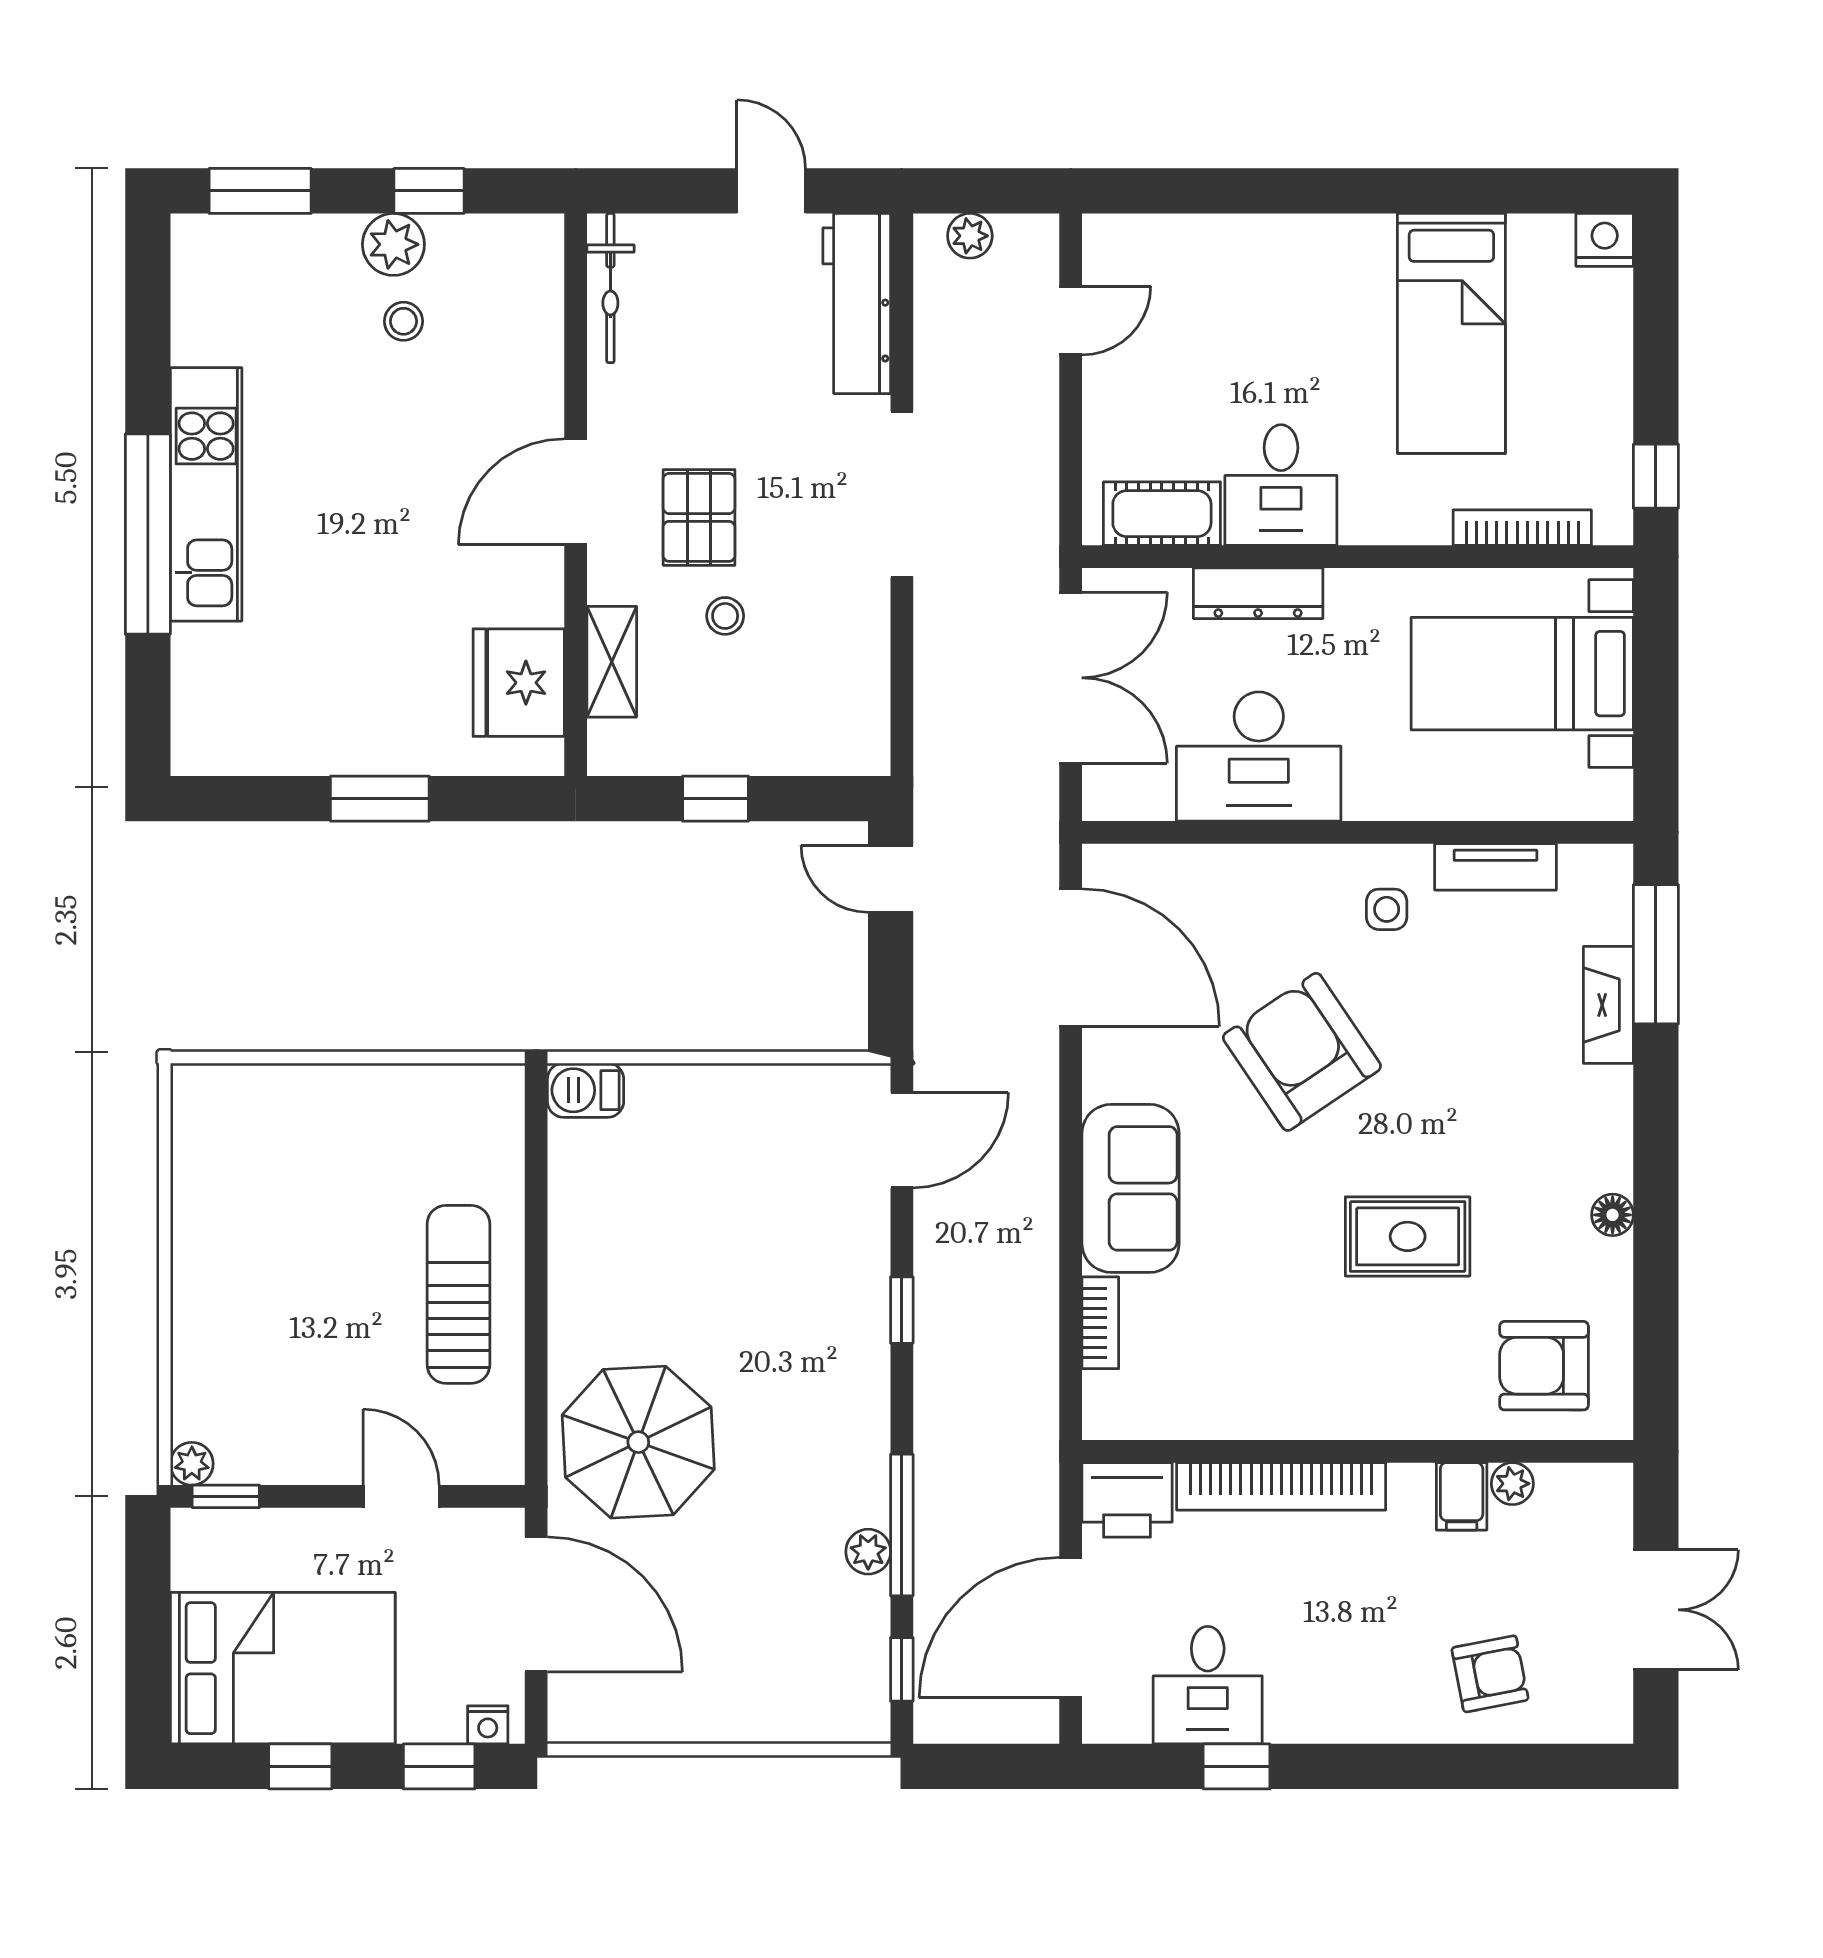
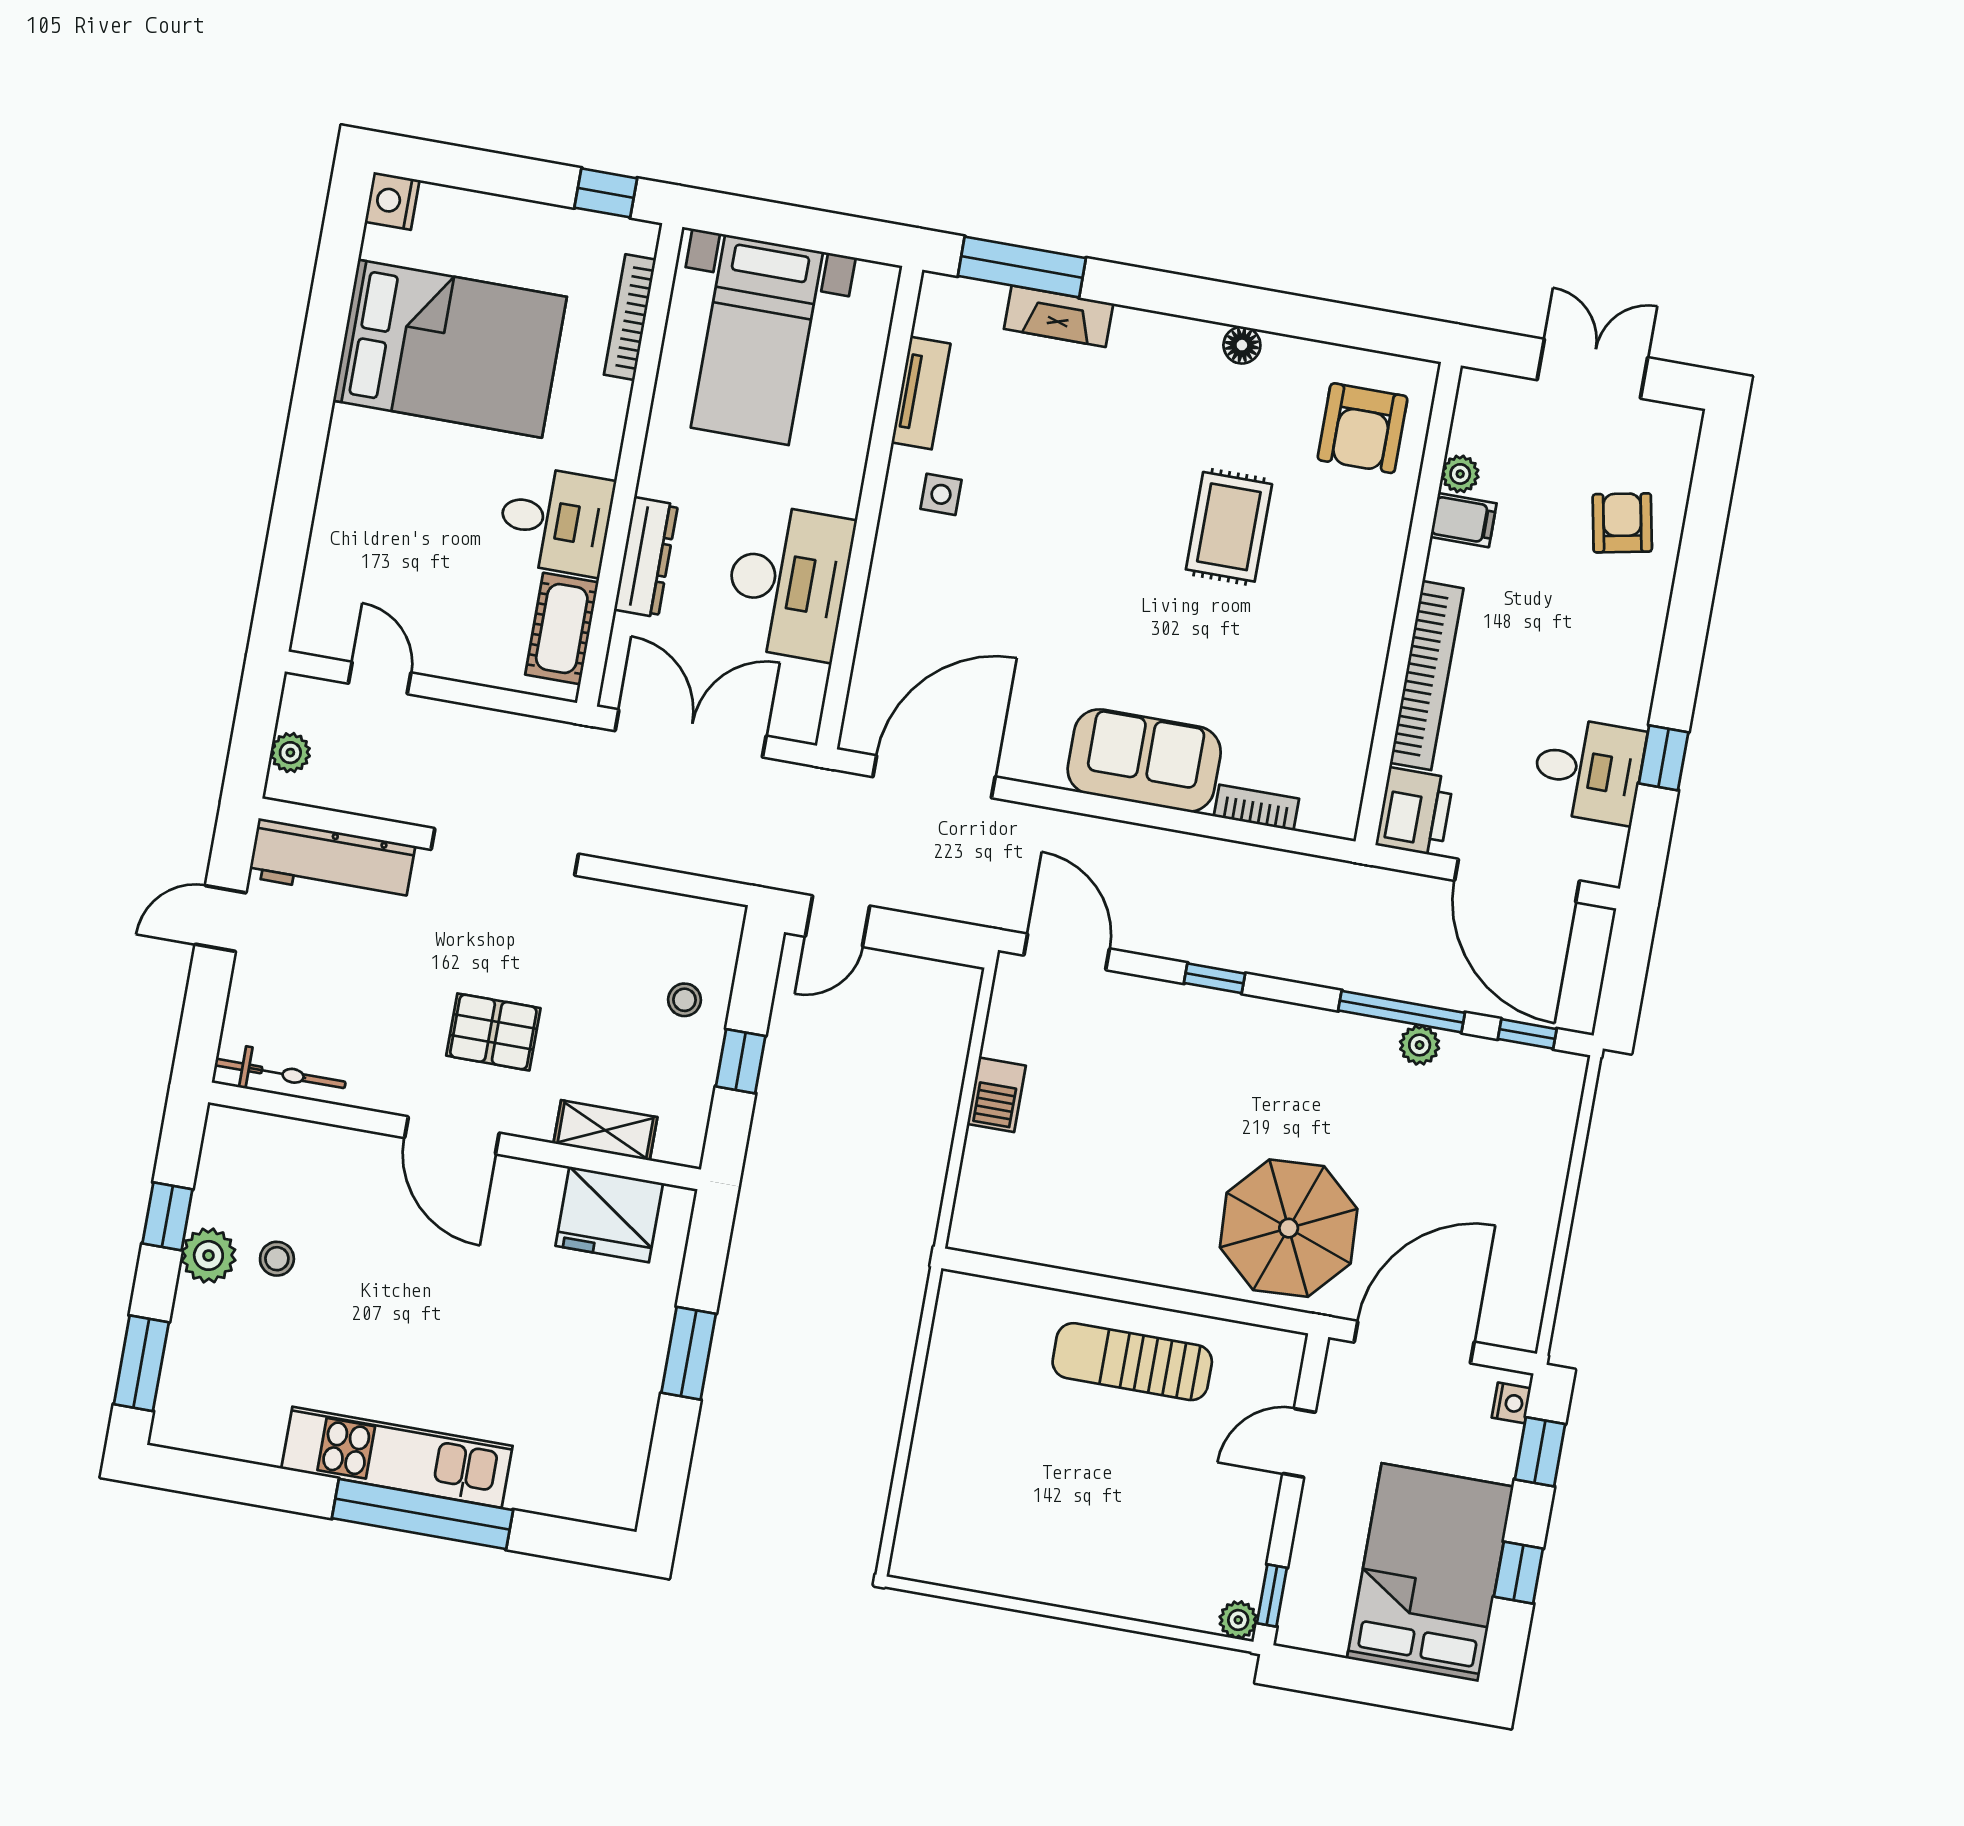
bed: (1451, 333) -> (450, 349), width x1.50
stool: (725, 616) -> (685, 1000), moved
armchair: (1302, 1052) -> (1052, 590), removed
barbecue: (586, 1090) -> (996, 1095), moved

